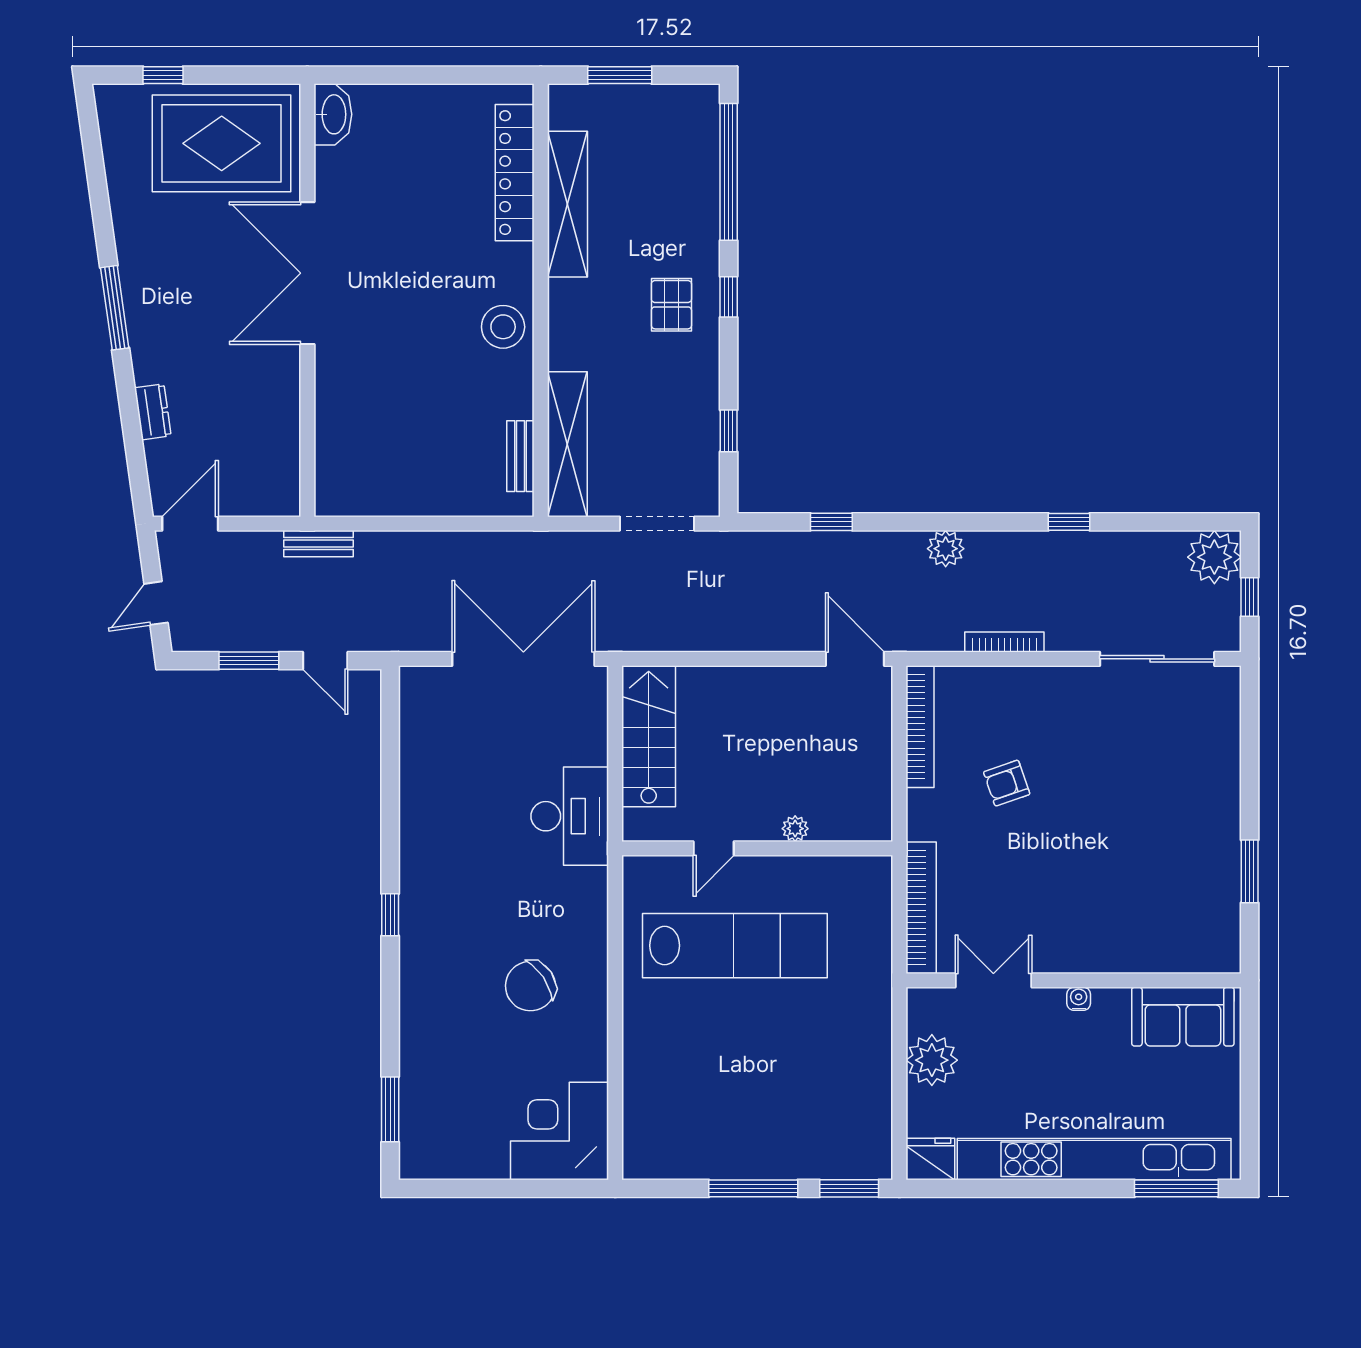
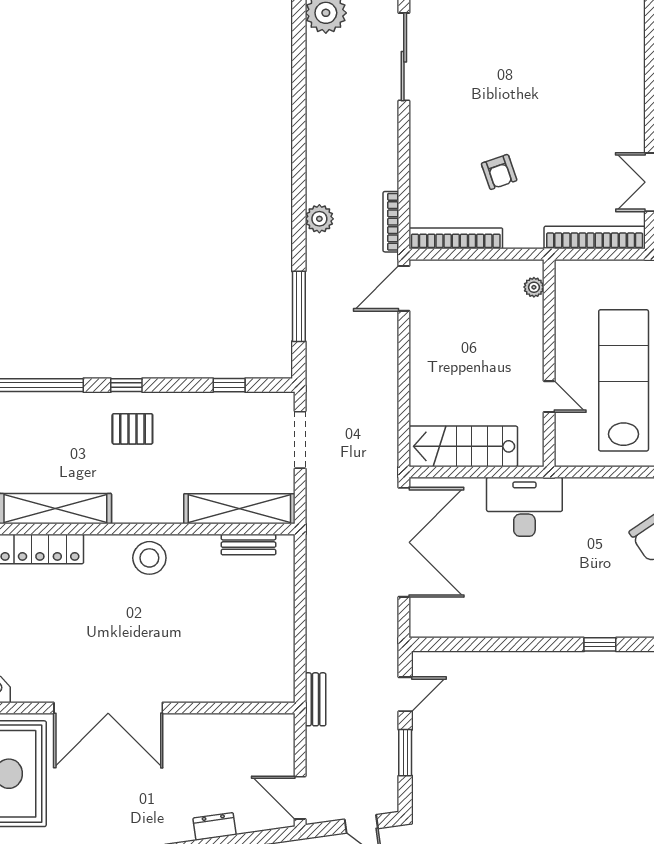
window: (831, 522) -> (299, 306), width x2.17
window: (1069, 522) -> (299, 124), removed
bookcase: (1004, 642) -> (391, 222), moved
double door: (523, 659) -> (404, 542), swing flipped
plant: (795, 829) -> (534, 287), moved

